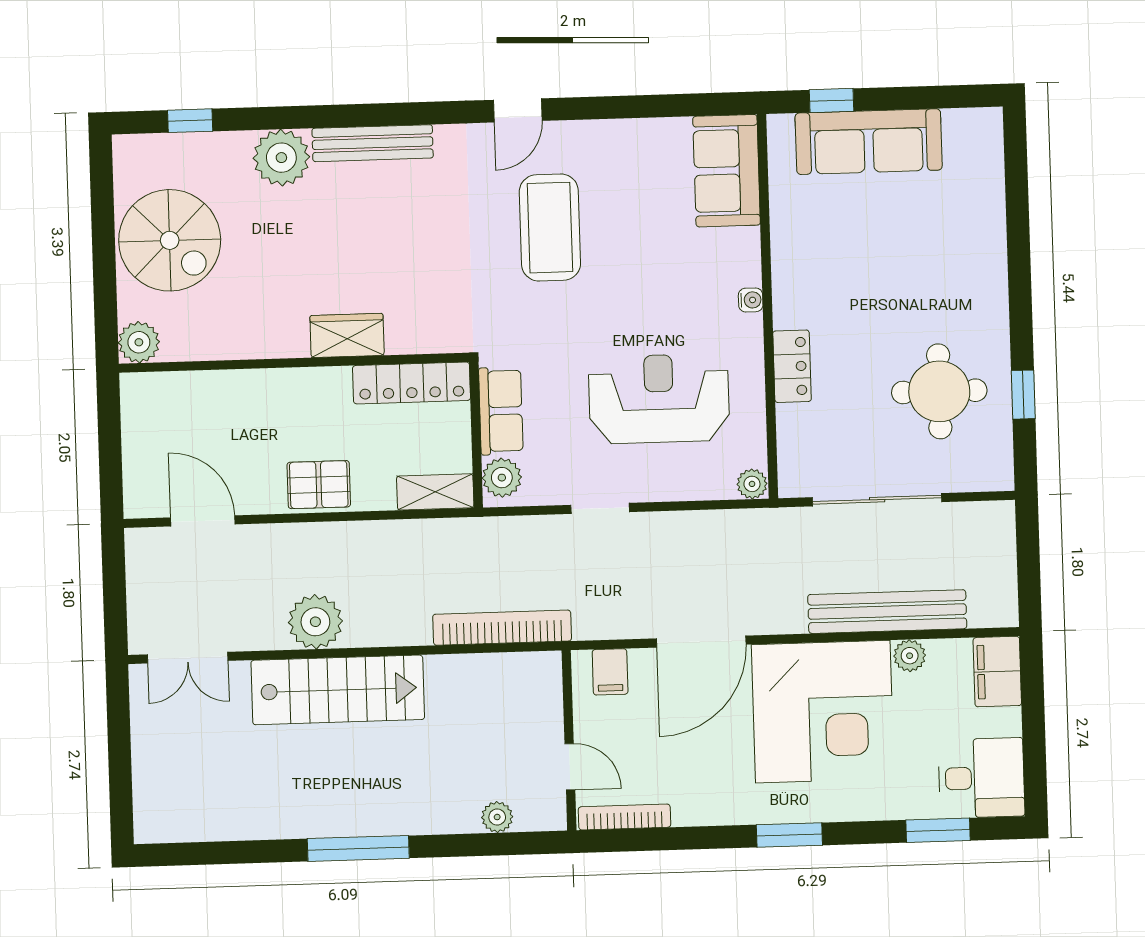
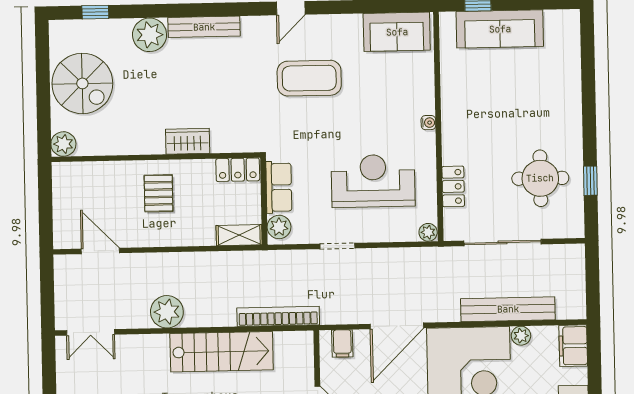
sofa: (727, 171) -> (397, 32), moved, turned -90
coffee table: (550, 228) -> (309, 78), turned 90
locker: (792, 366) -> (453, 186), moved
locker: (412, 383) -> (238, 170), width x0.66
pallet: (319, 485) -> (159, 193), moved, turned 90
stairs: (338, 690) -> (222, 352), moved

